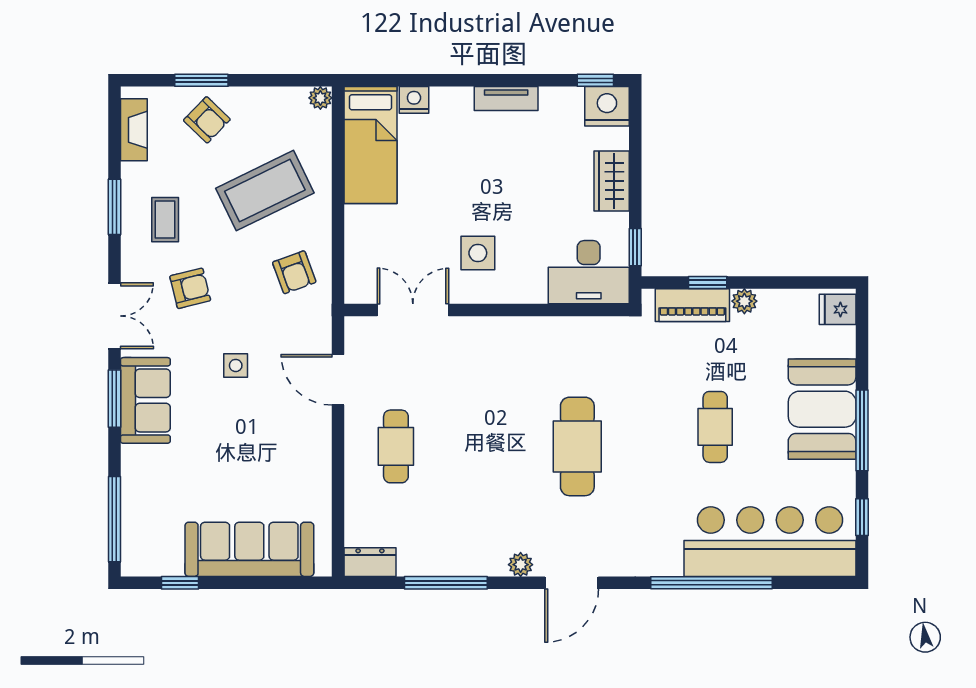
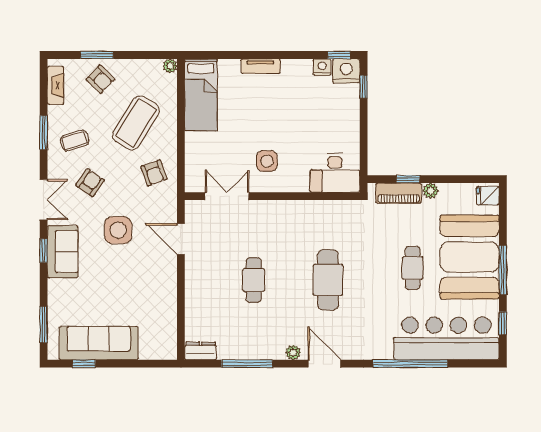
tv unit: (506, 99) -> (261, 66), moved
nightstand: (414, 100) -> (322, 67), moved
wardrobe: (612, 181) -> (349, 117), removed
coffee table: (265, 191) -> (136, 123), turned -32
coffee table: (165, 220) -> (75, 141), turned 73
window: (635, 247) -> (364, 87), moved
armchair: (190, 288) -> (90, 183), turned -41
side table: (236, 365) -> (118, 230), width x1.87, depth x1.87
window: (114, 399) -> (44, 251), width x0.67
booth: (822, 409) -> (470, 257), width x1.36, depth x1.42
cafe table: (396, 446) -> (254, 280), moved
window: (114, 519) -> (44, 325), width x0.69
sofa: (249, 549) -> (99, 343), moved
door: (572, 583) -> (324, 364), swing flipped

